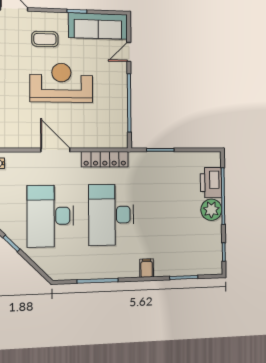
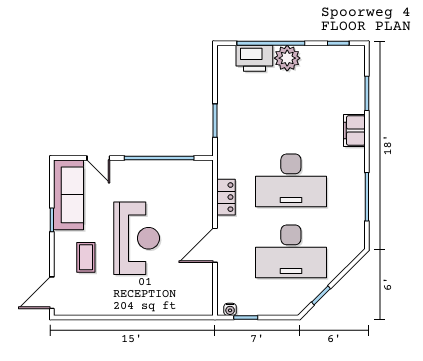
reception desk: (61, 83) -> (137, 238), turned 180
locker: (105, 159) -> (226, 197), width x0.66
filing cabinet: (147, 268) -> (354, 131), width x2.00

